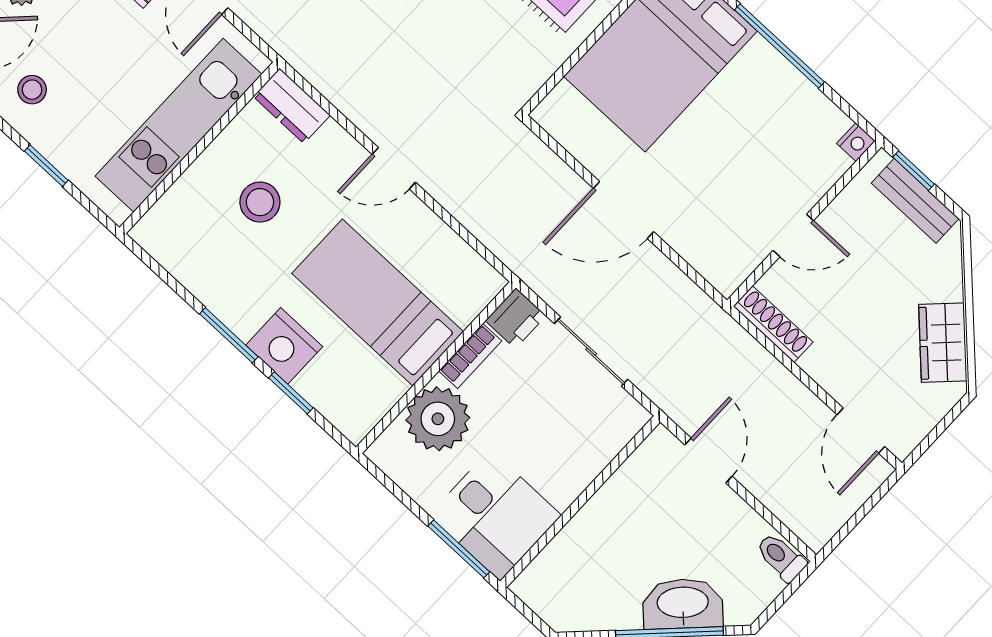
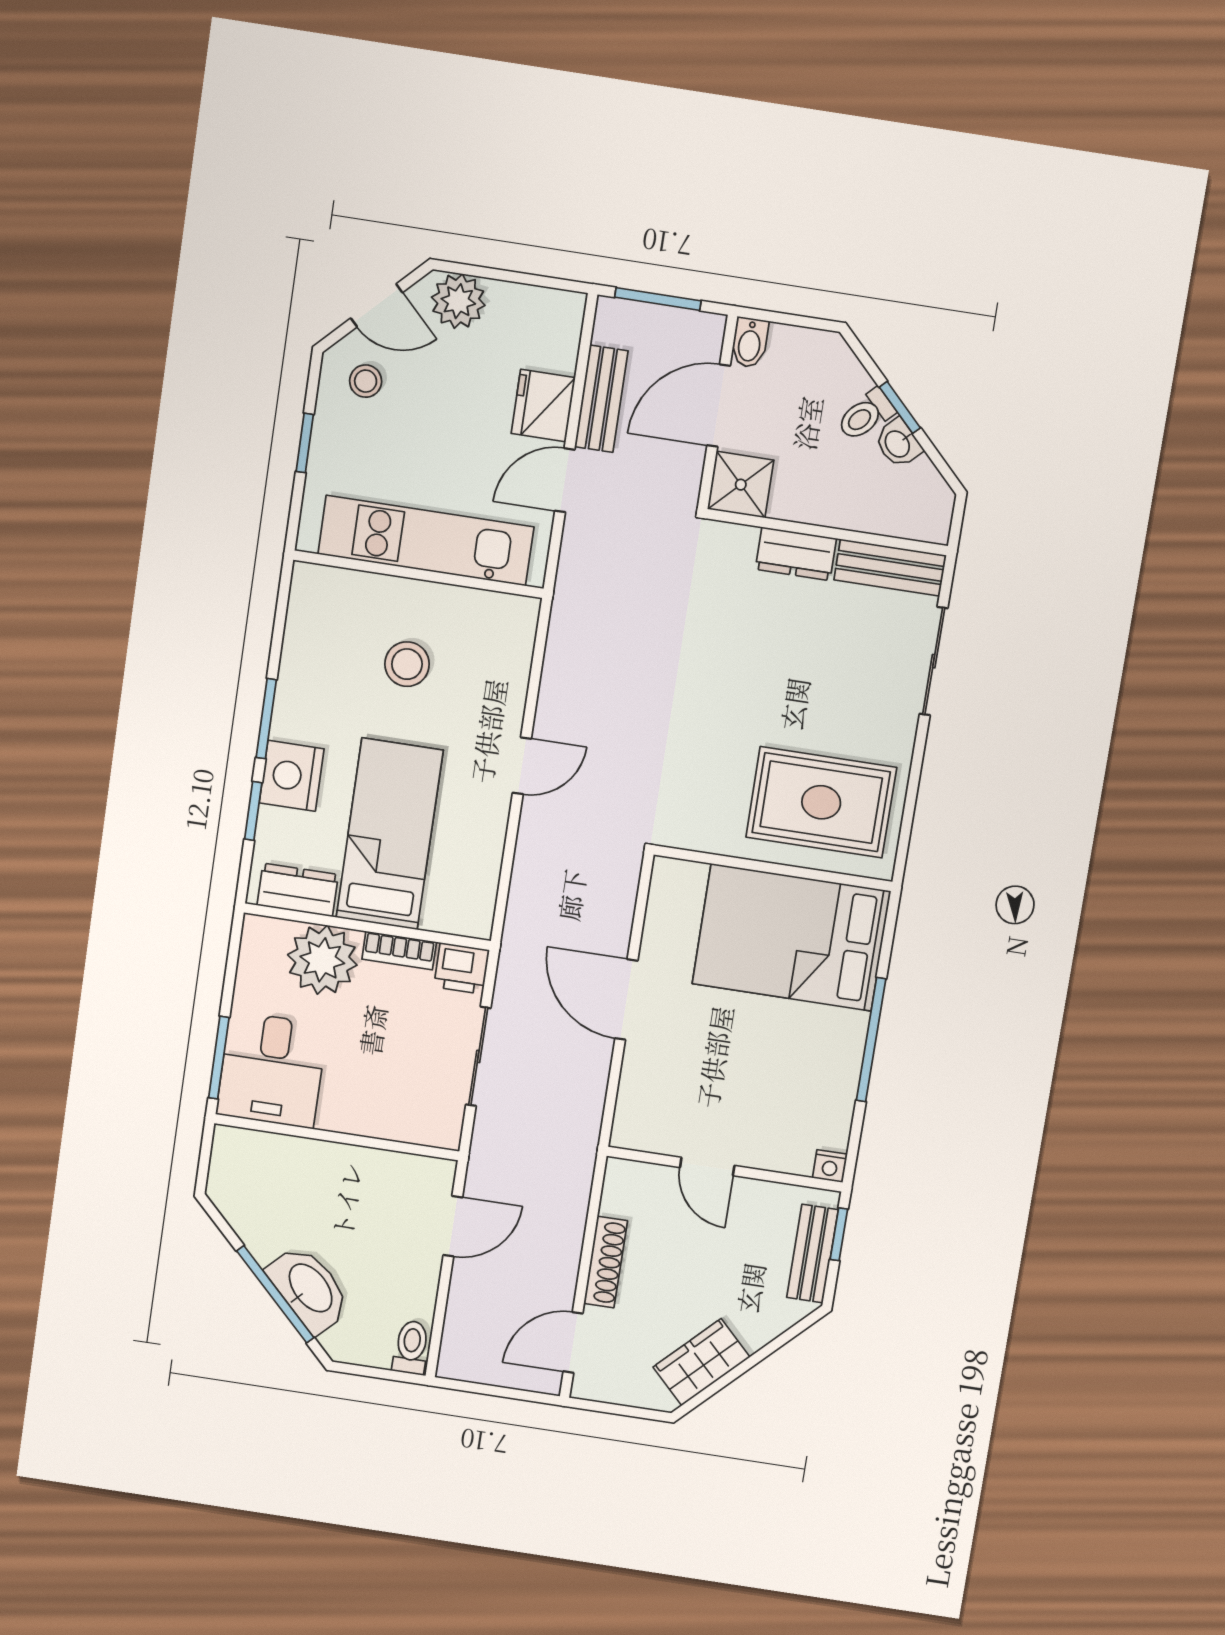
dresser: (292, 106) -> (298, 890), moved, turned 90
door: (394, 168) -> (522, 766), swing flipped
shoe rack: (773, 324) -> (606, 1262), moved

